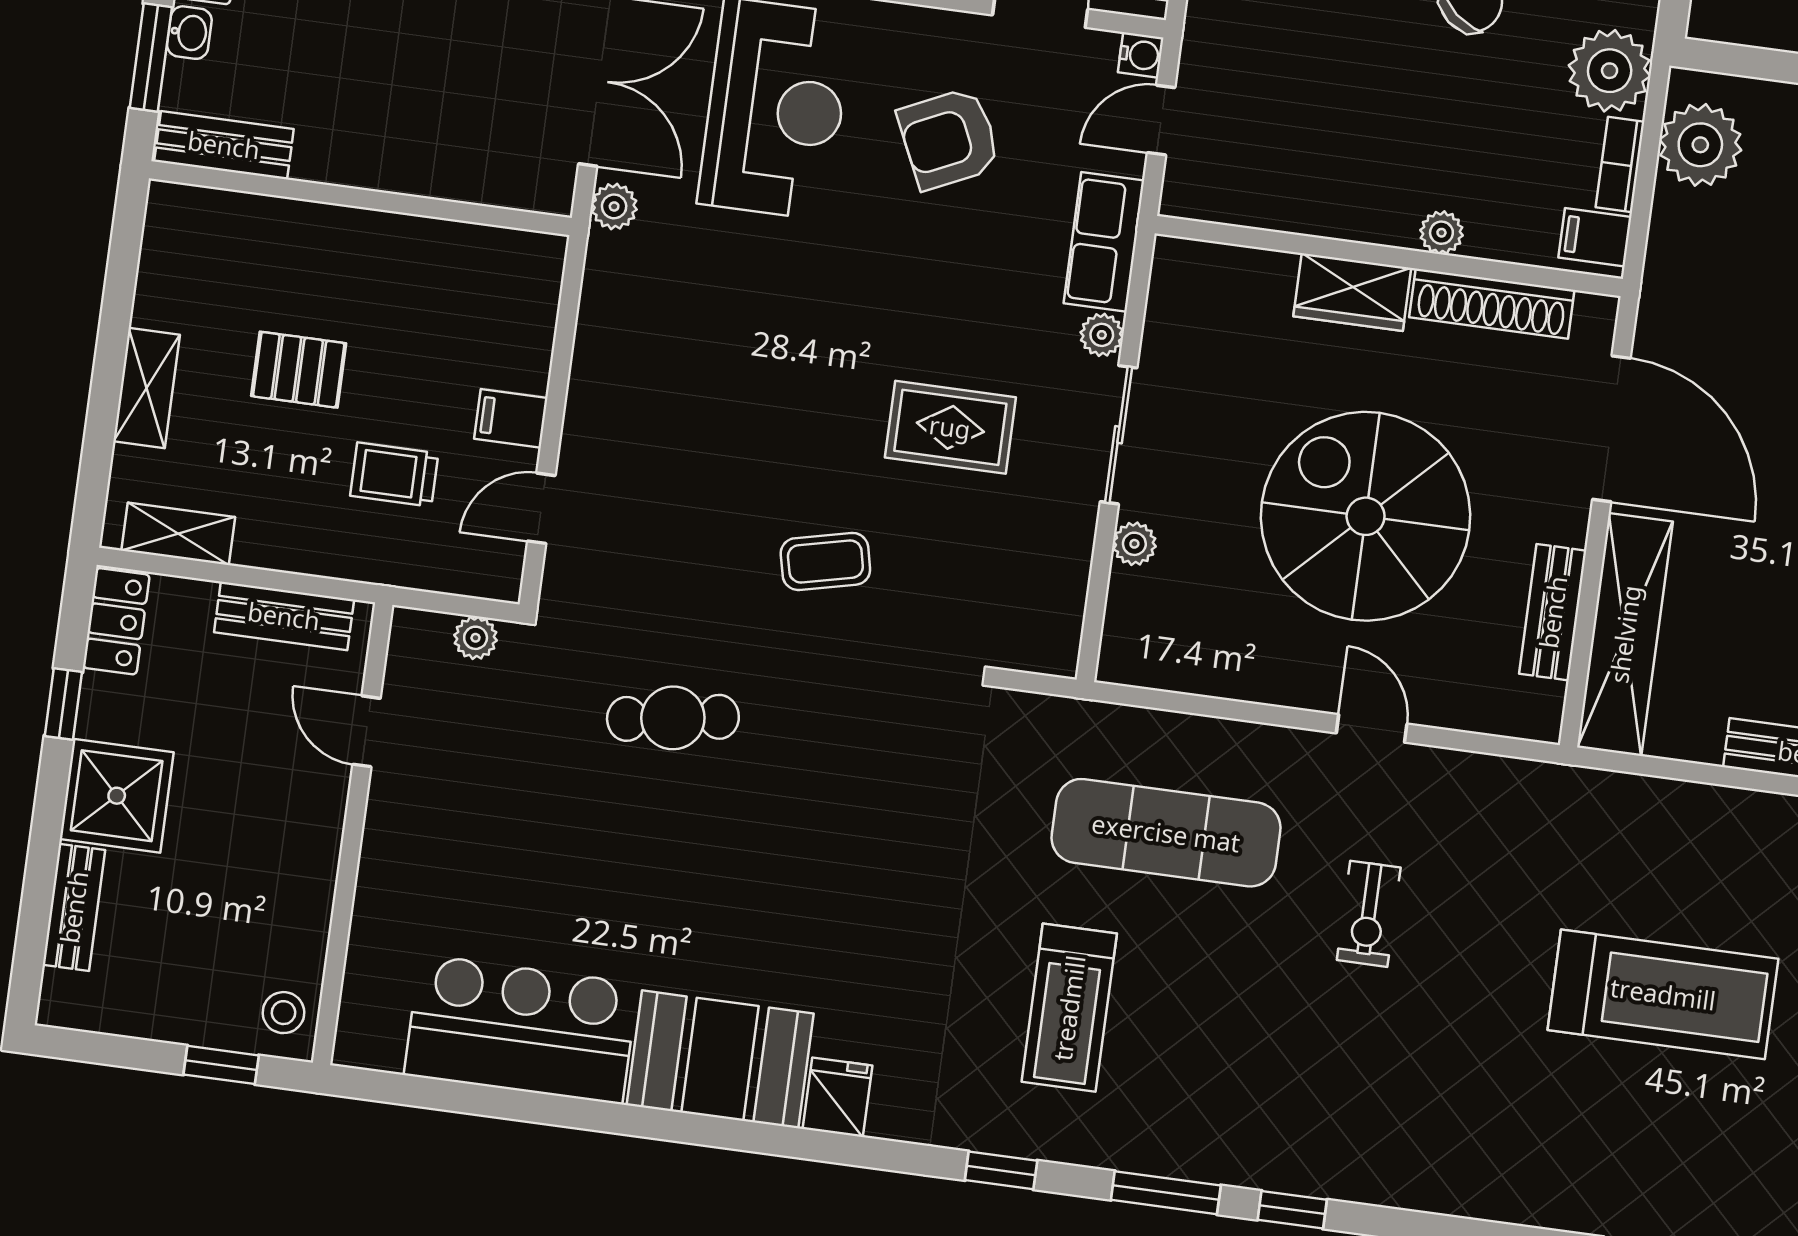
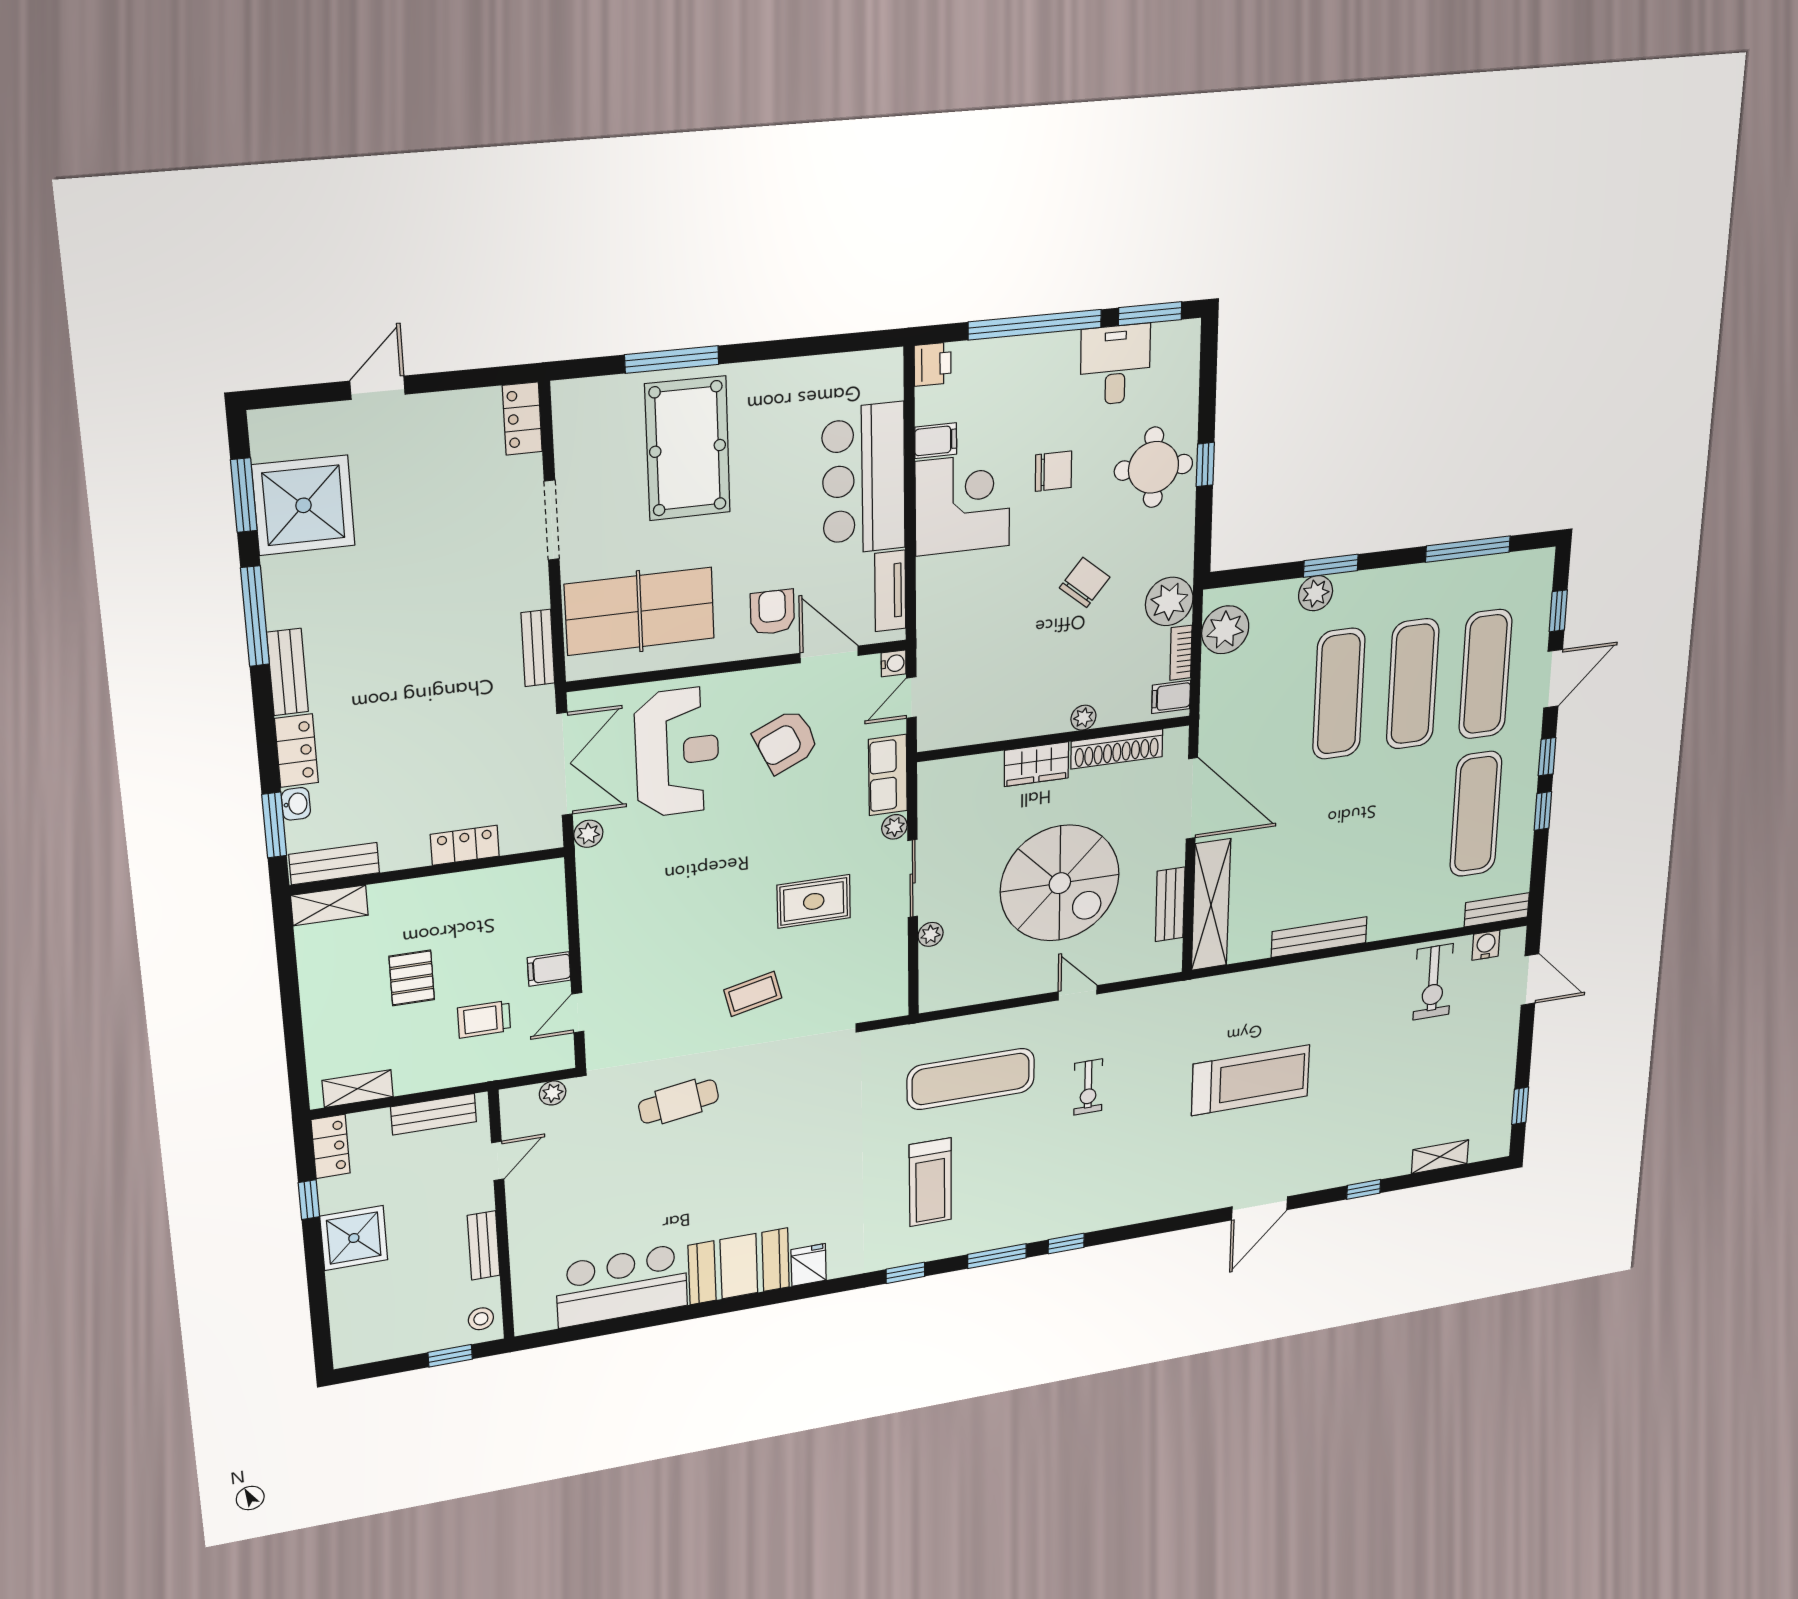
locker: (423, 171) -> (465, 845), added
pallet: (299, 370) -> (412, 978), turned 90
shelving: (147, 388) -> (329, 905), moved, turned 90
spiral stairs: (1366, 516) -> (1060, 883), turned 180
door: (366, 731) -> (498, 1161), swing flipped
bench: (74, 907) -> (484, 1245), moved

